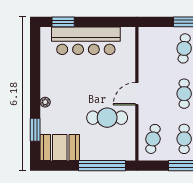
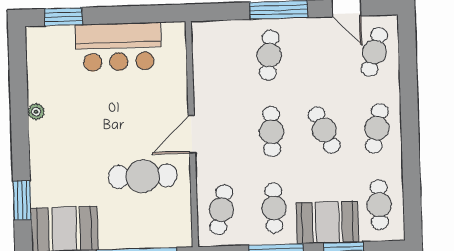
bar counter: (86, 41) -> (118, 47), width x0.73
plant: (45, 102) -> (36, 112), moved

